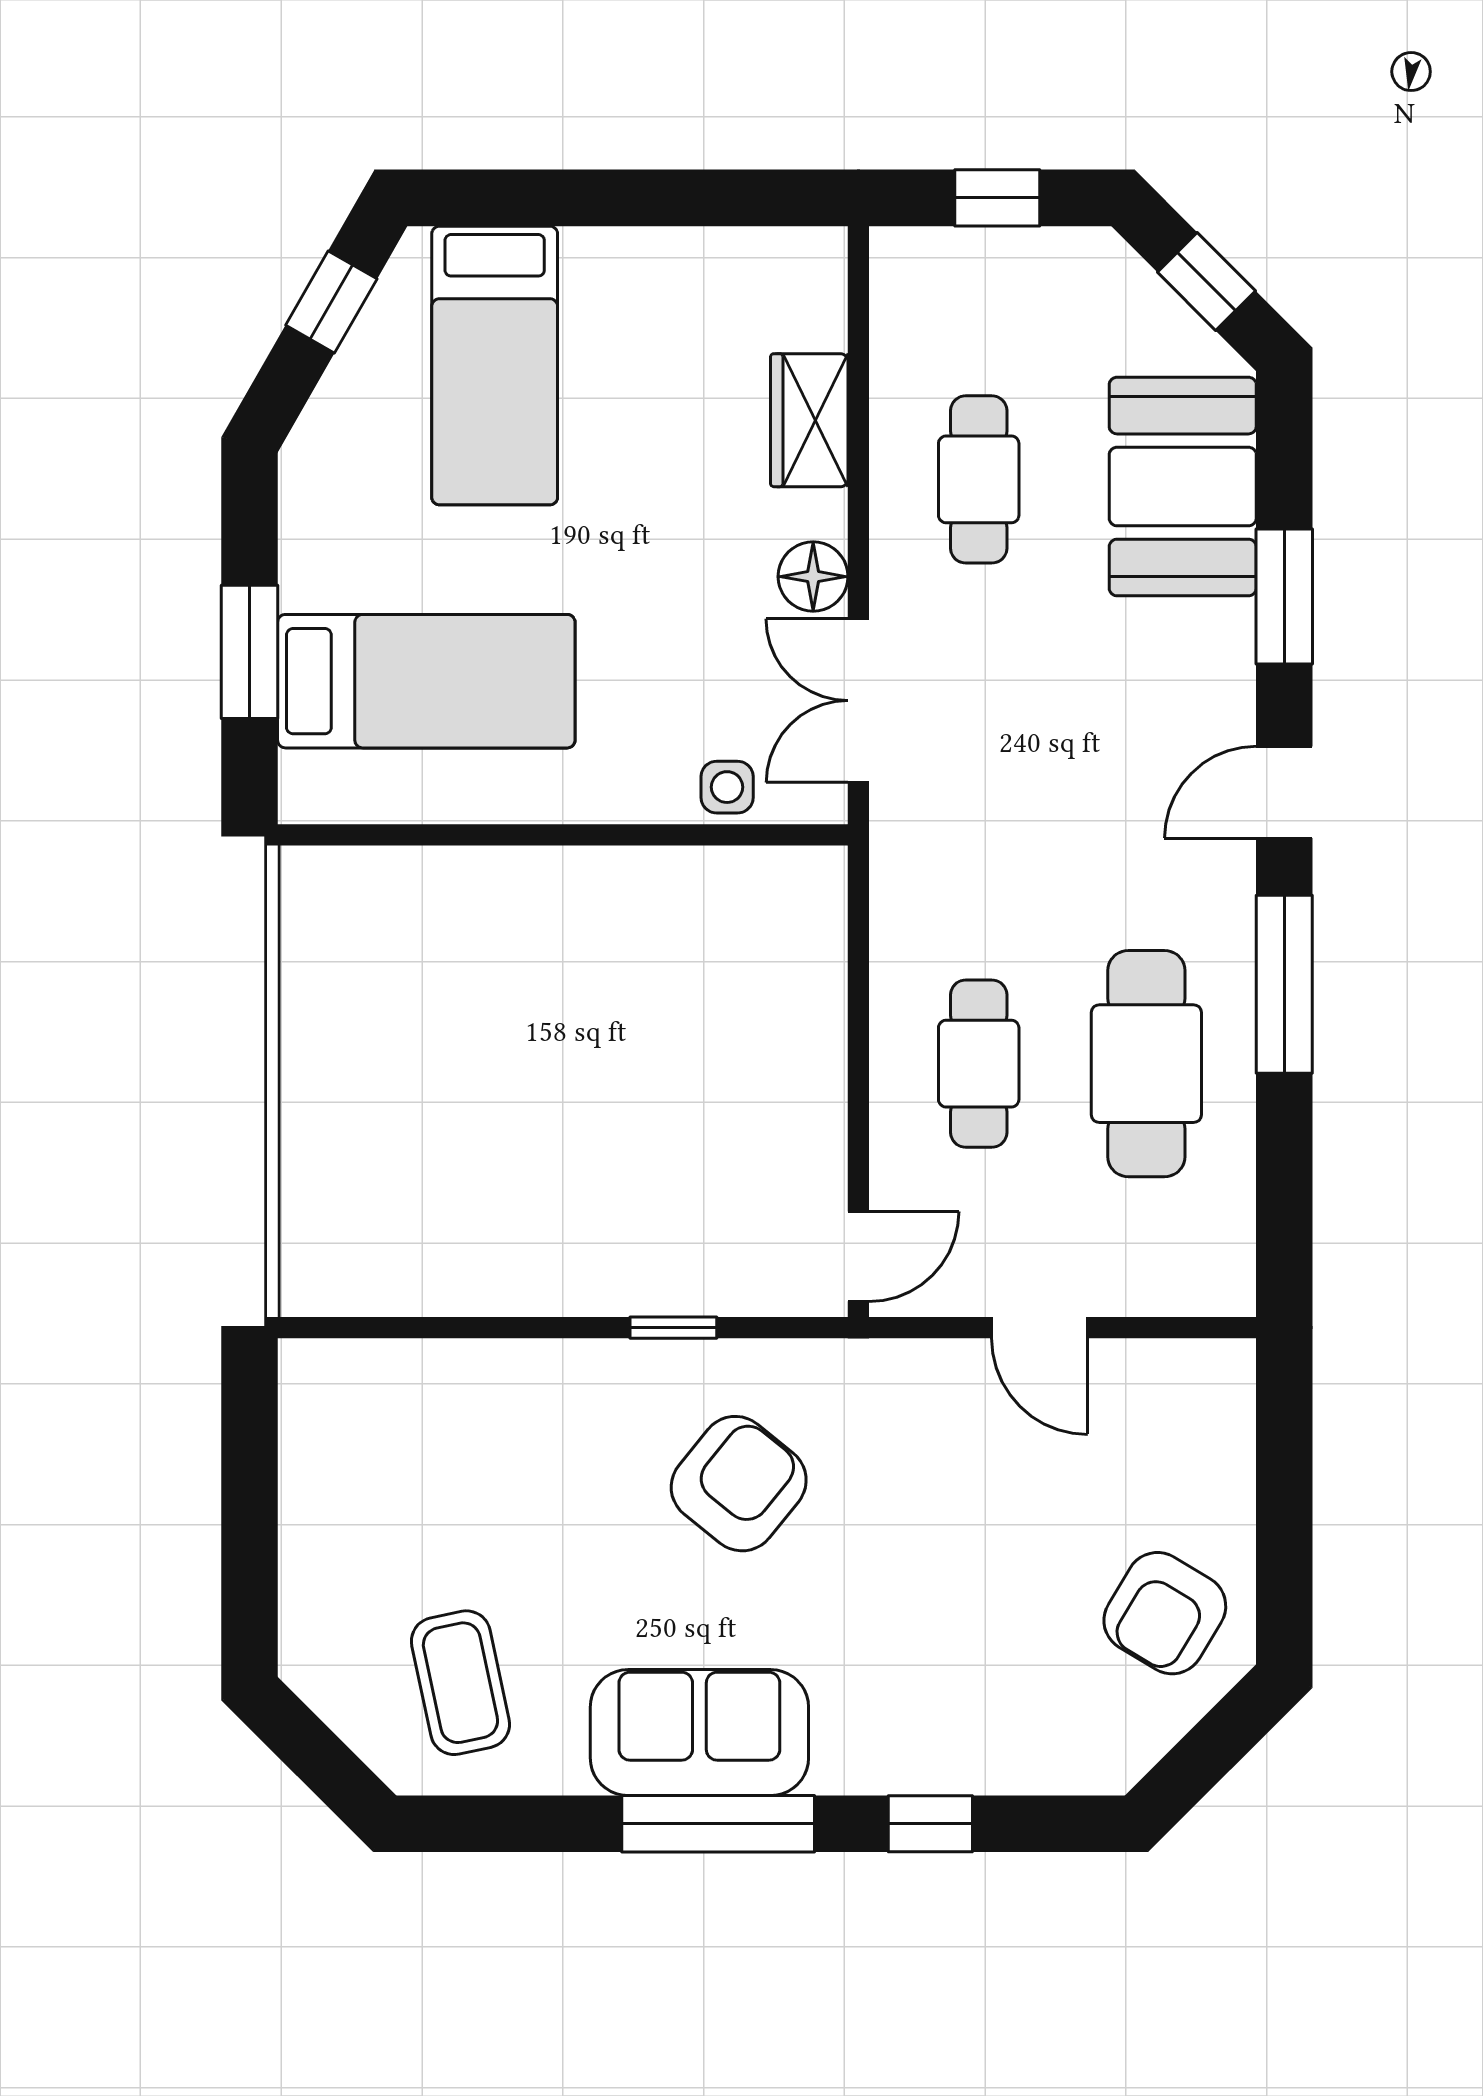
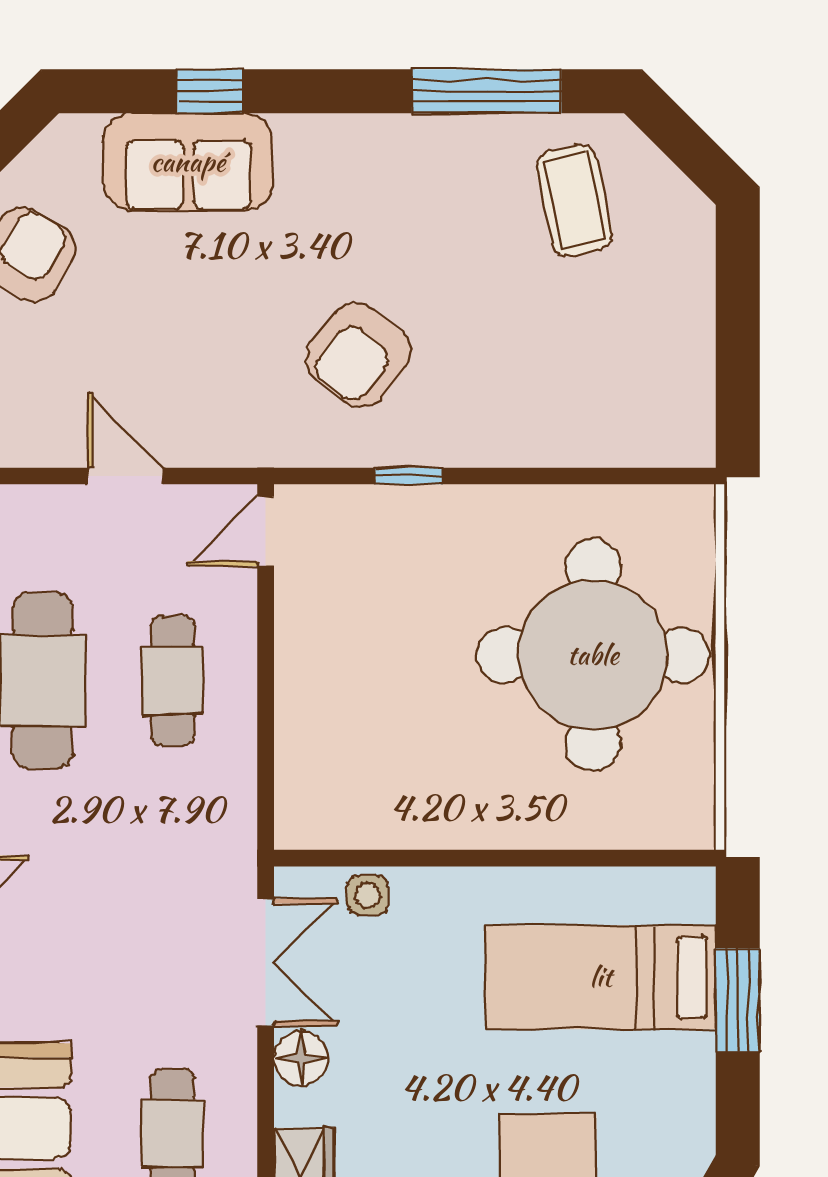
round table: (436, 1097) -> (593, 655), added
sofa: (699, 1733) -> (188, 162), moved
window: (718, 1824) -> (487, 91), moved

